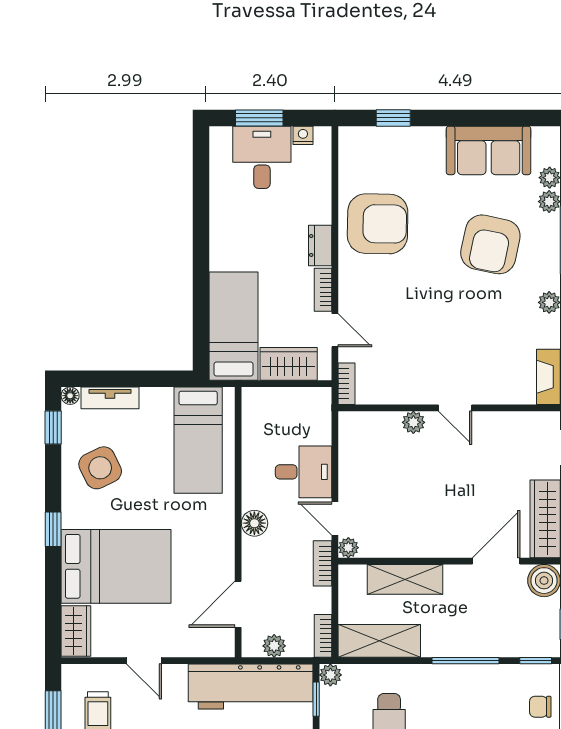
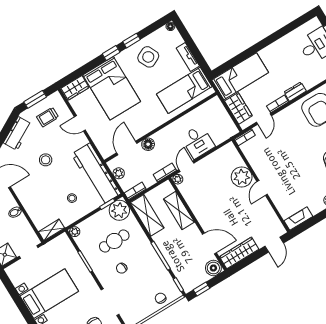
tv unit: (110, 398) -> (188, 57), moved
plant: (413, 422) -> (242, 177), width x1.88, depth x1.88
window: (53, 427) -> (132, 41), moved
floor lamp: (254, 523) -> (148, 144), moved
door: (238, 604) -> (127, 148), hinge flipped
door: (144, 661) -> (80, 123), hinge flipped
plant: (330, 675) -> (119, 210), width x1.88, depth x1.88

